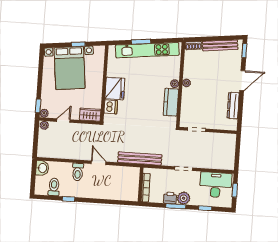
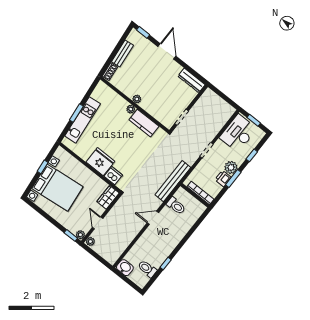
bench: (220, 45) -> (122, 54), width x0.73
kitchen unit: (147, 50) -> (83, 120), width x0.73
dresser: (233, 106) -> (192, 80), moved
toilet: (78, 172) -> (176, 206), moved

